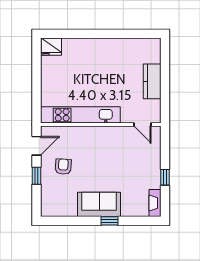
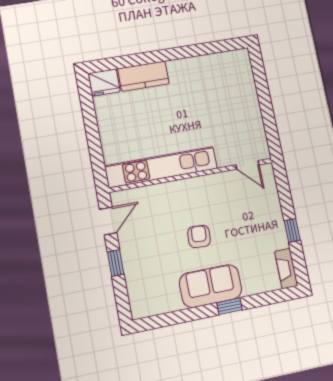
kitchen counter: (152, 81) -> (143, 76), moved, turned -90
armchair: (63, 167) -> (199, 236), moved

